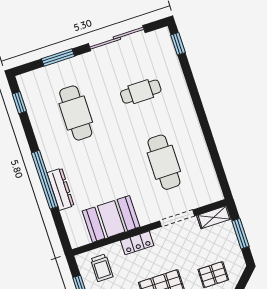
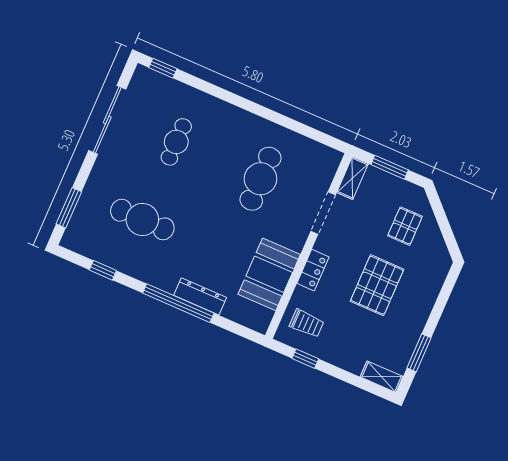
window: (58, 57) -> (69, 208), moved
window: (19, 103) -> (103, 270), moved
cafe table: (164, 162) -> (261, 179), turned 90

